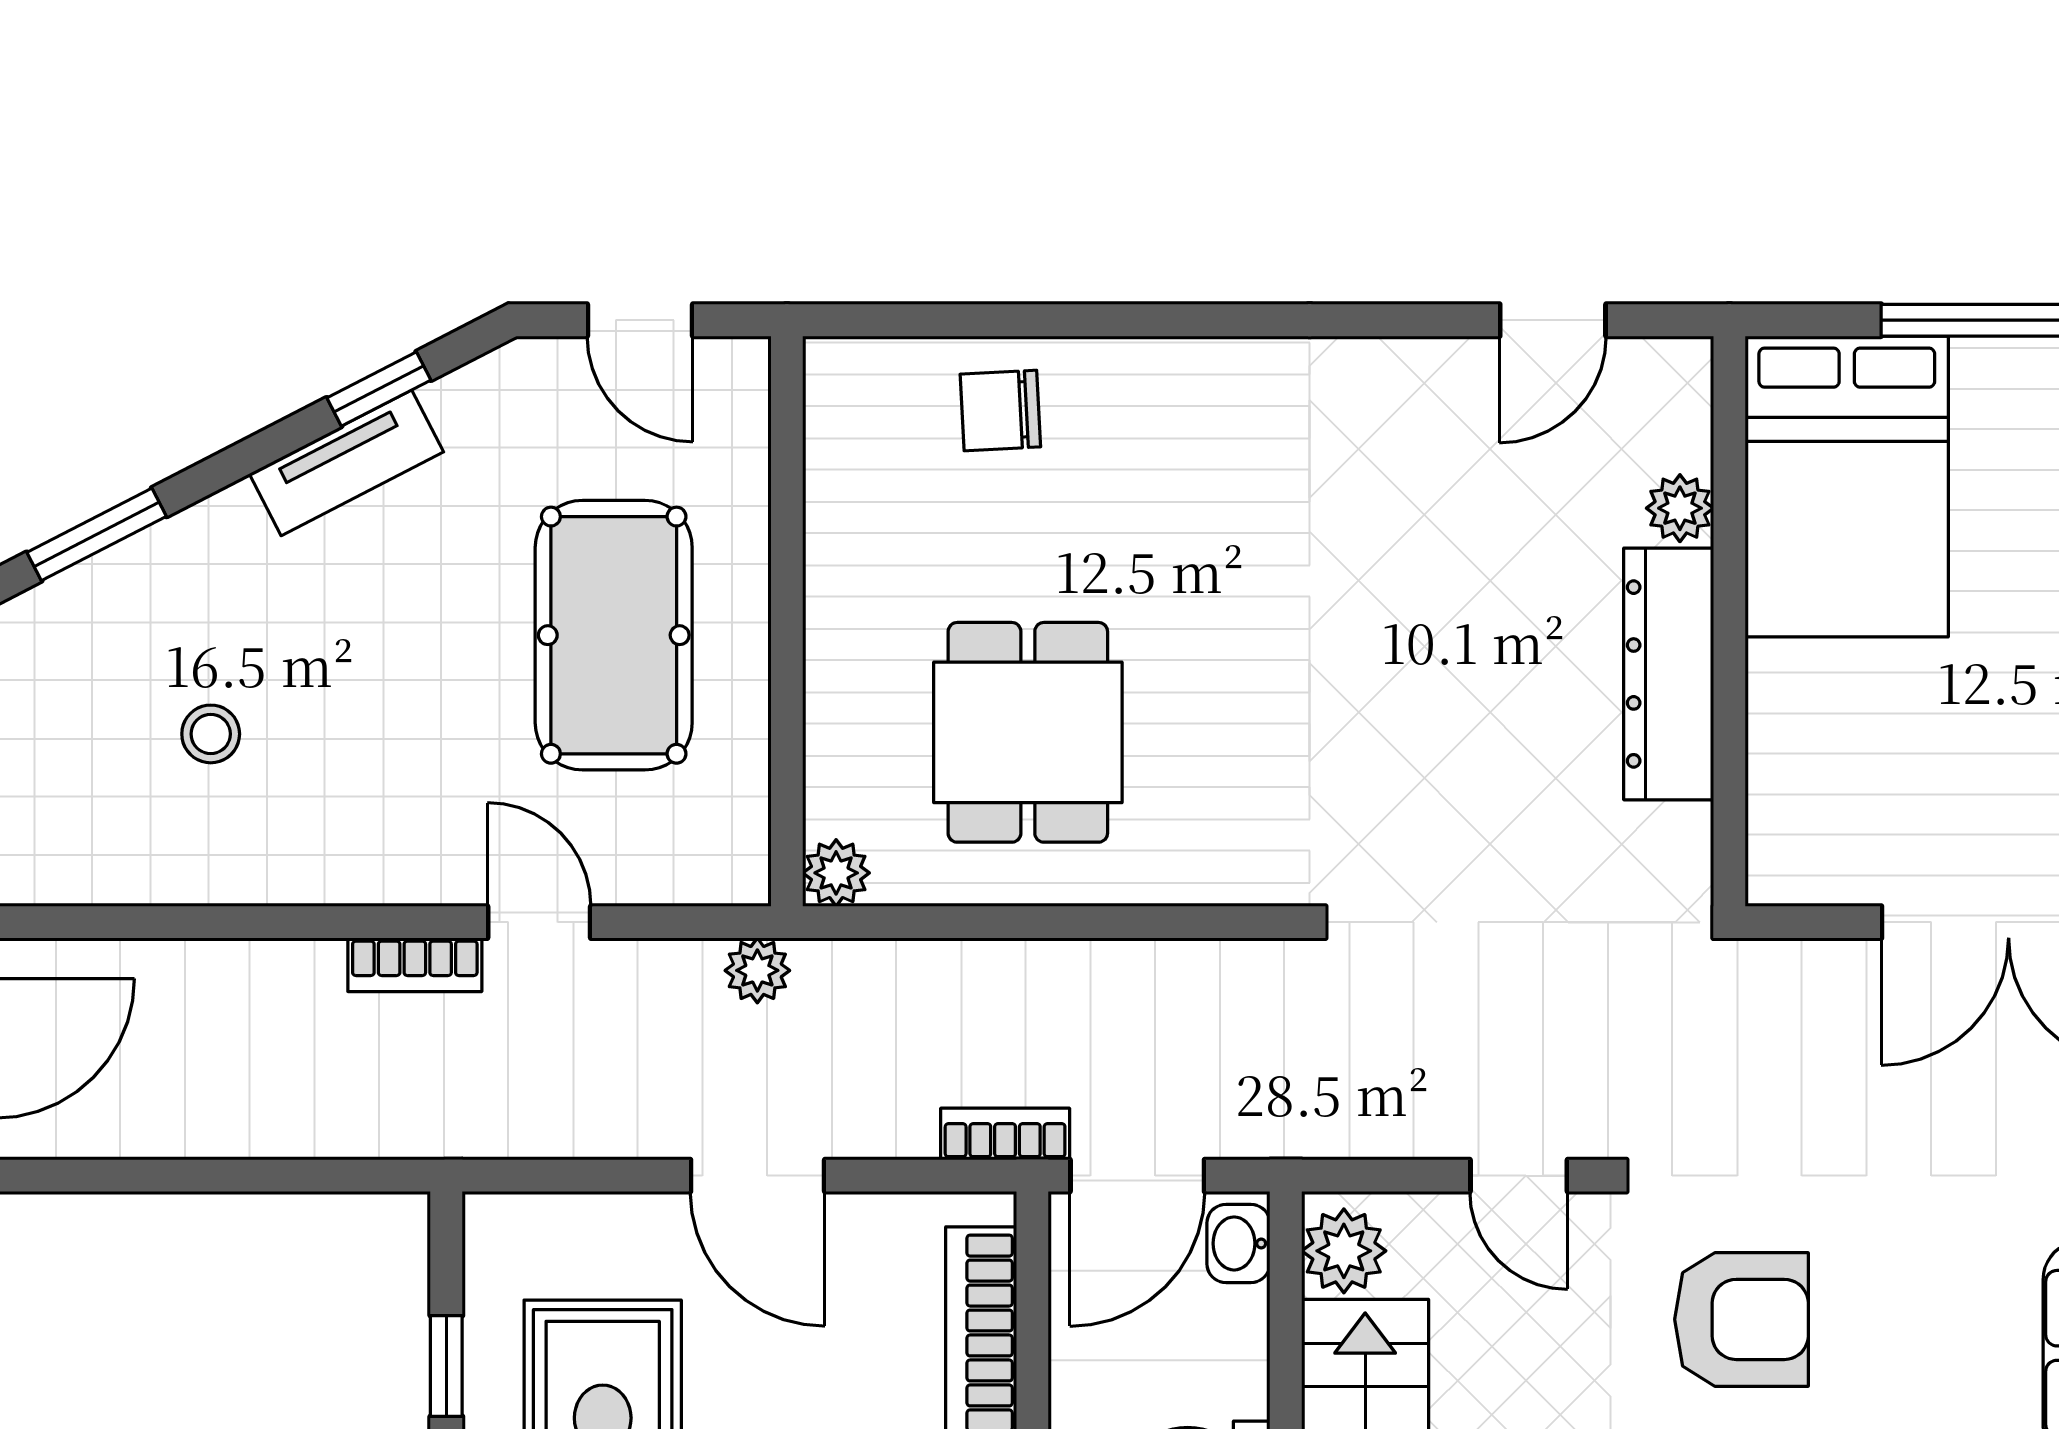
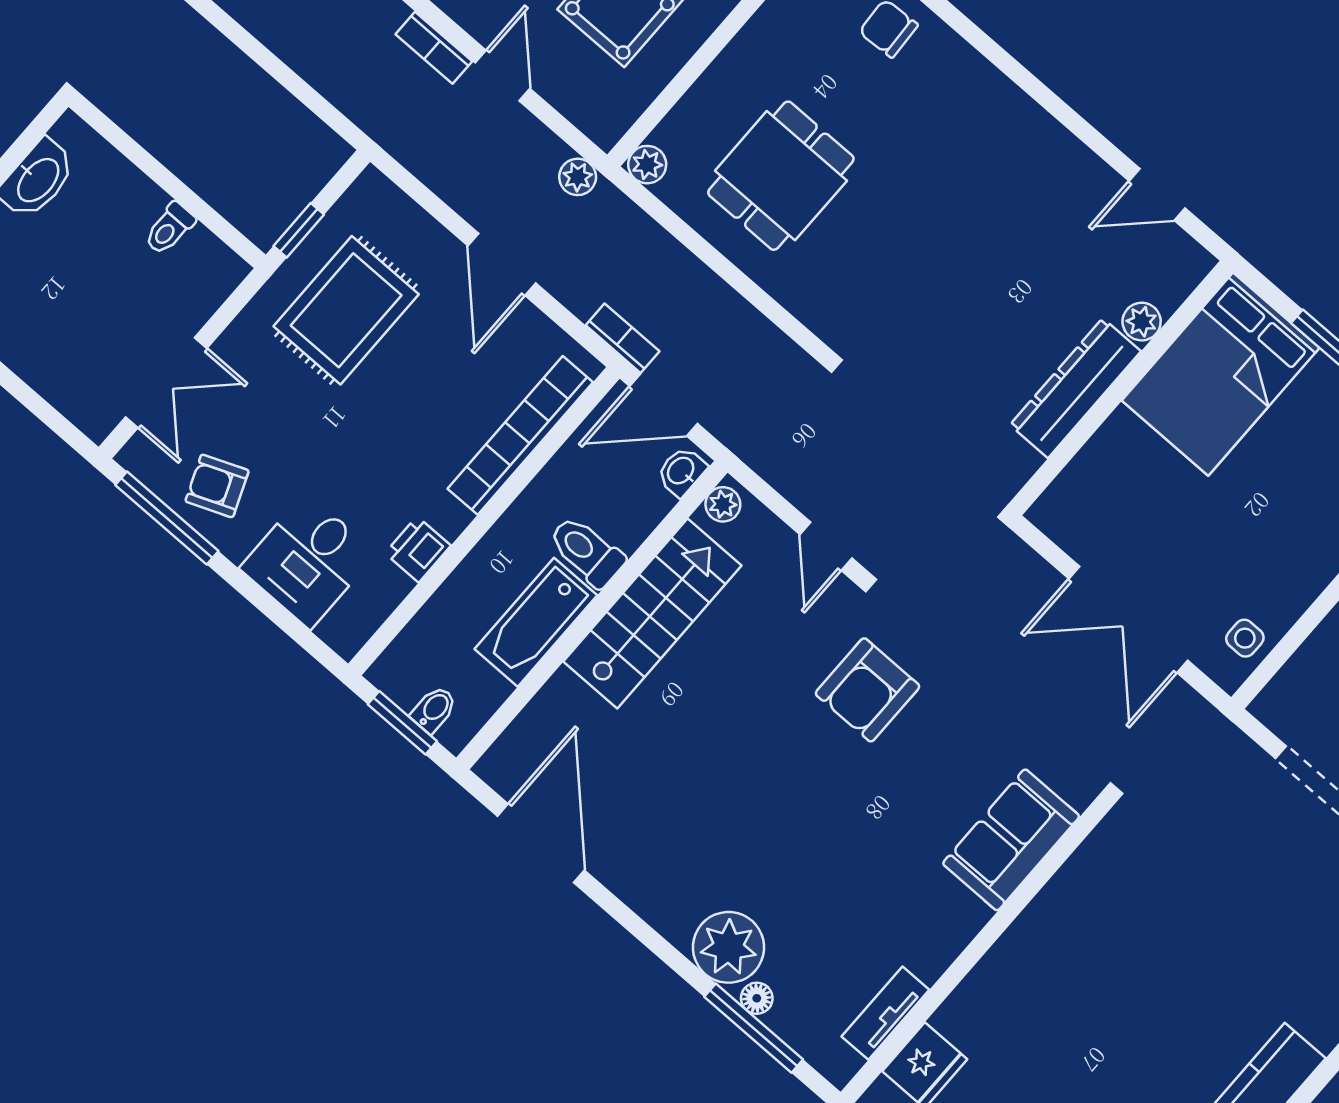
plant: (1344, 1251) -> (723, 504), width x0.73, depth x0.73
armchair: (1742, 1319) -> (868, 690), turned 90

